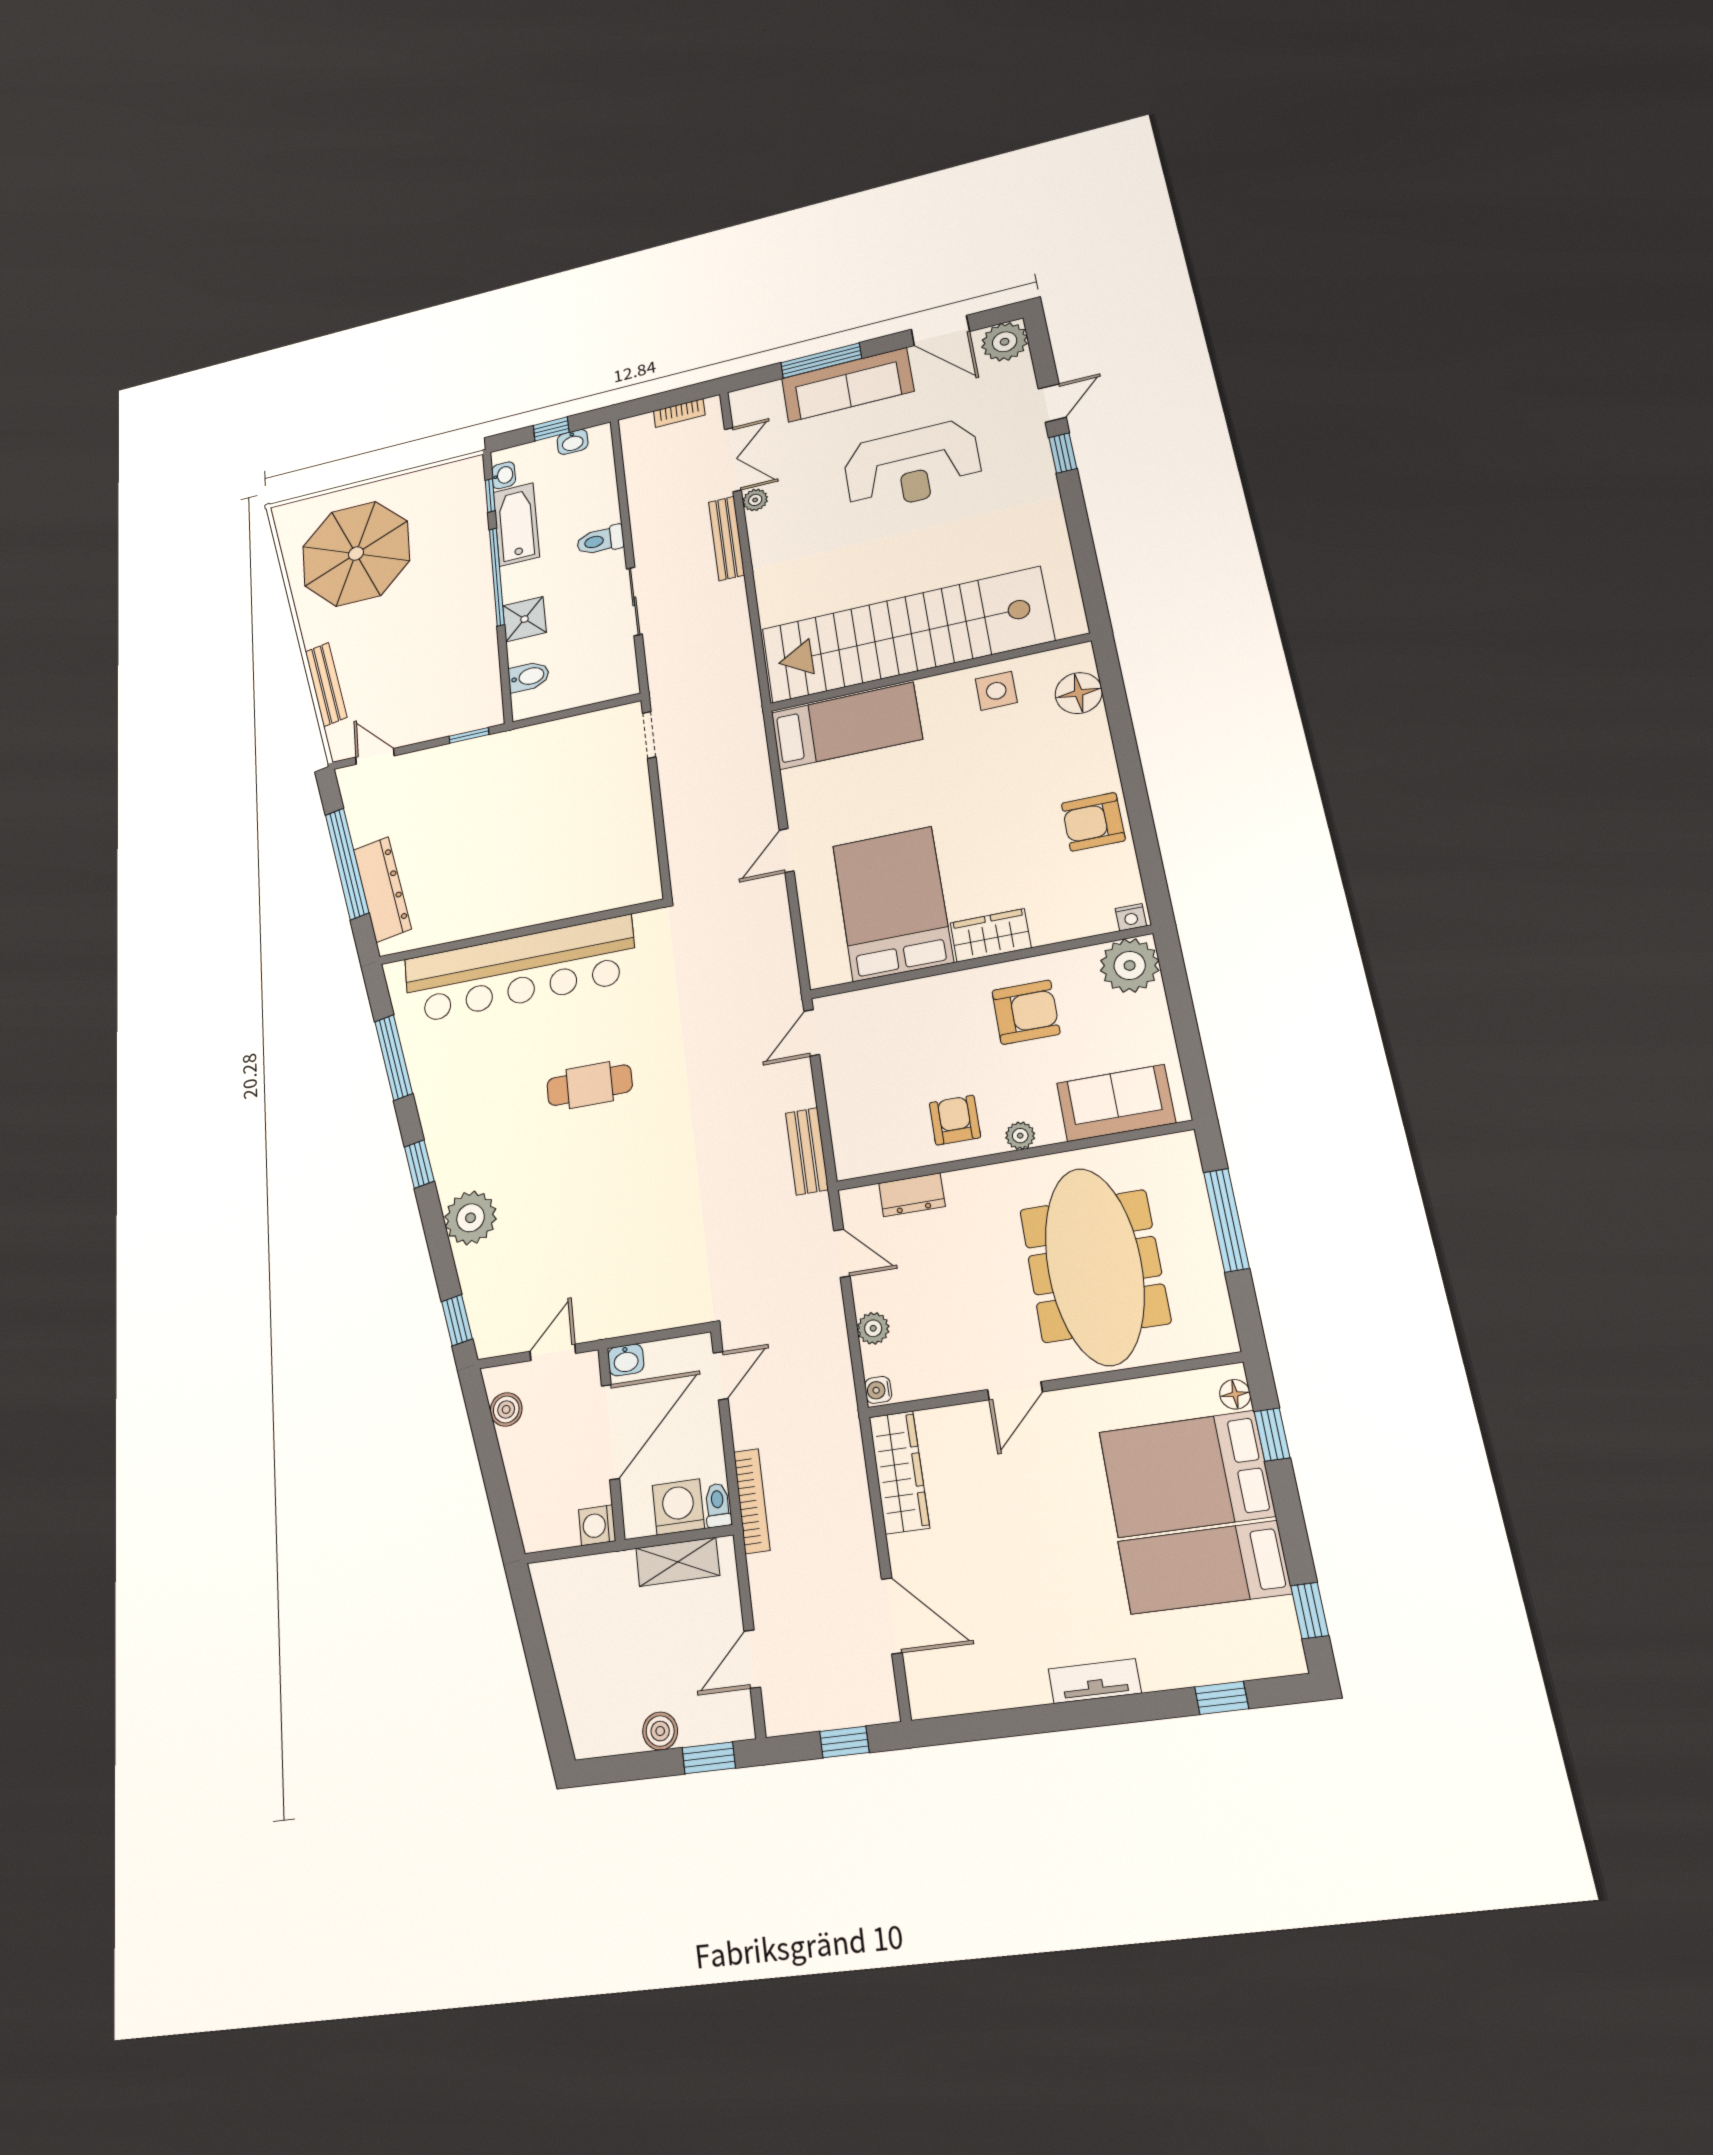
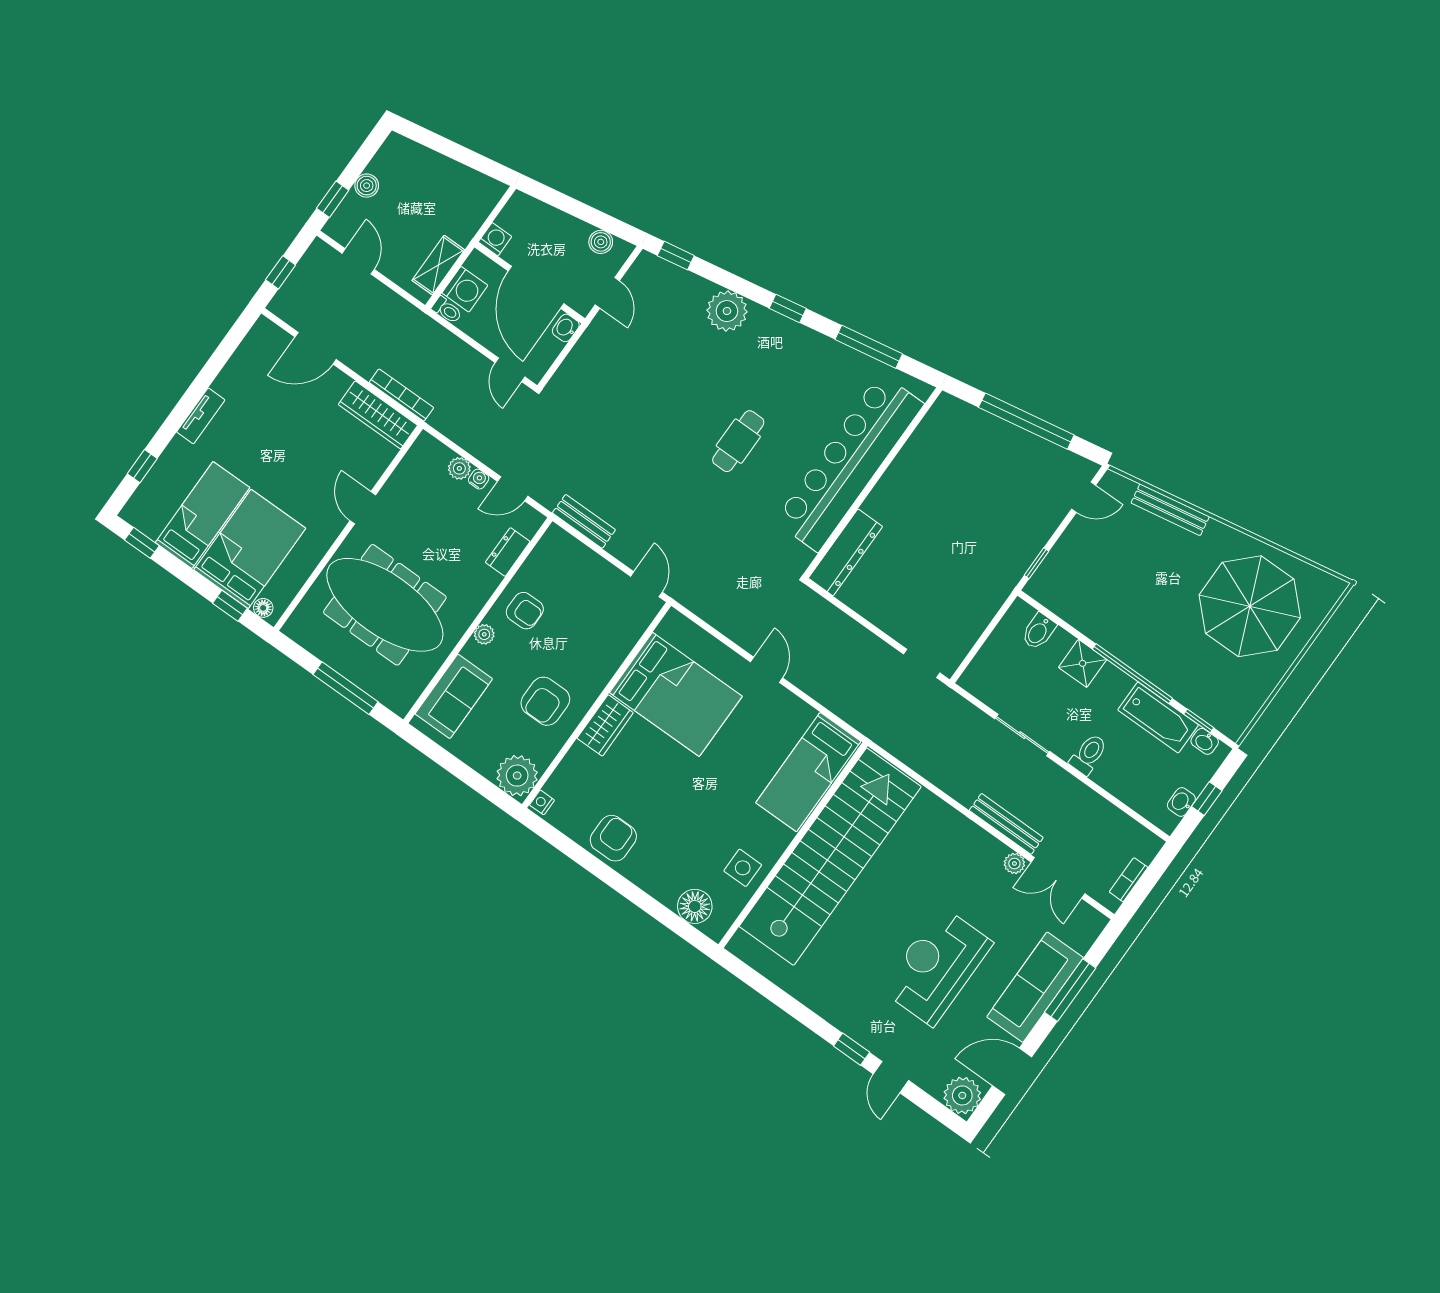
dresser: (382, 889) -> (845, 552), moved, turned -80
water cooler: (878, 1390) -> (479, 479), moved
bookcase: (752, 1501) -> (401, 395), moved, turned 180

